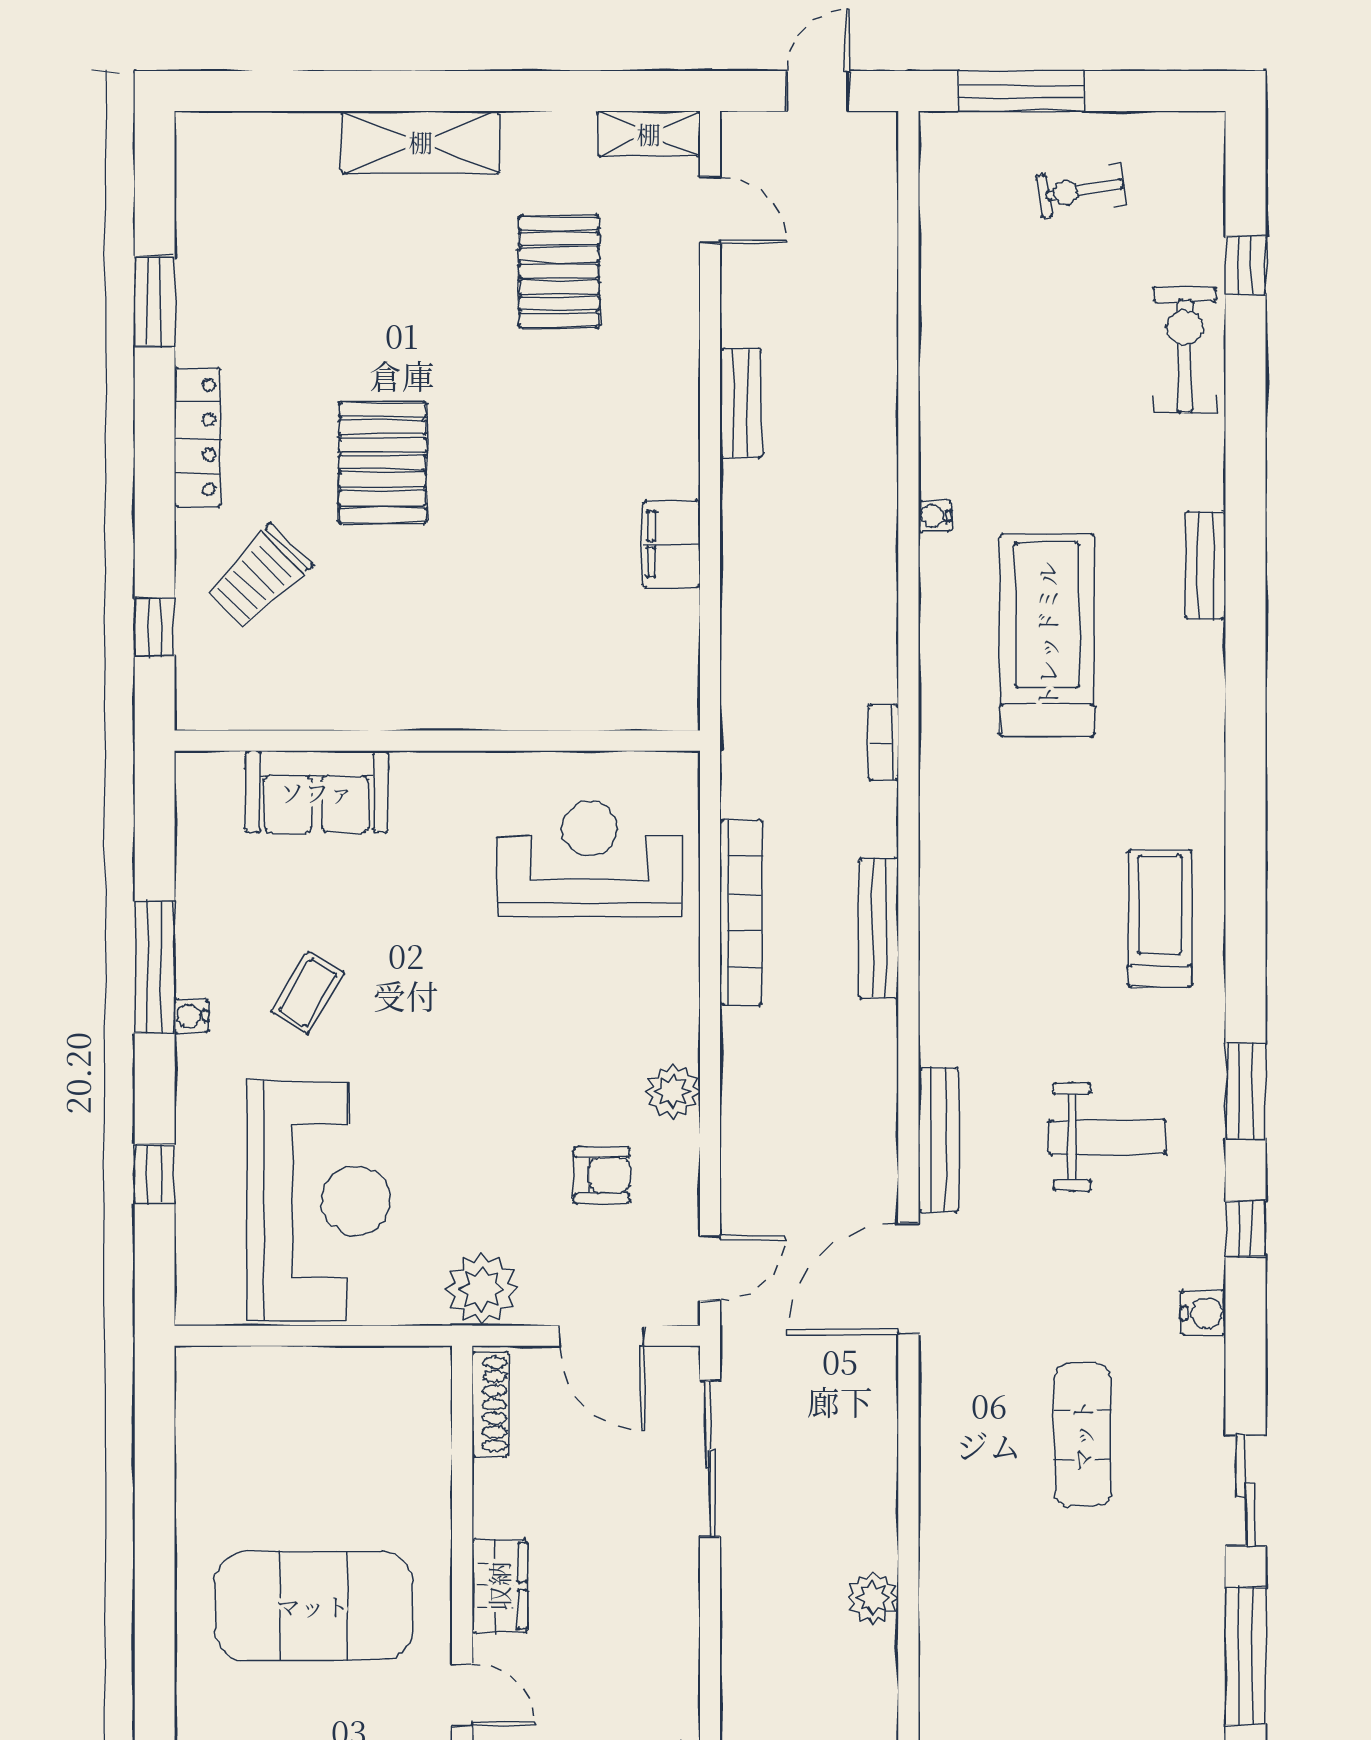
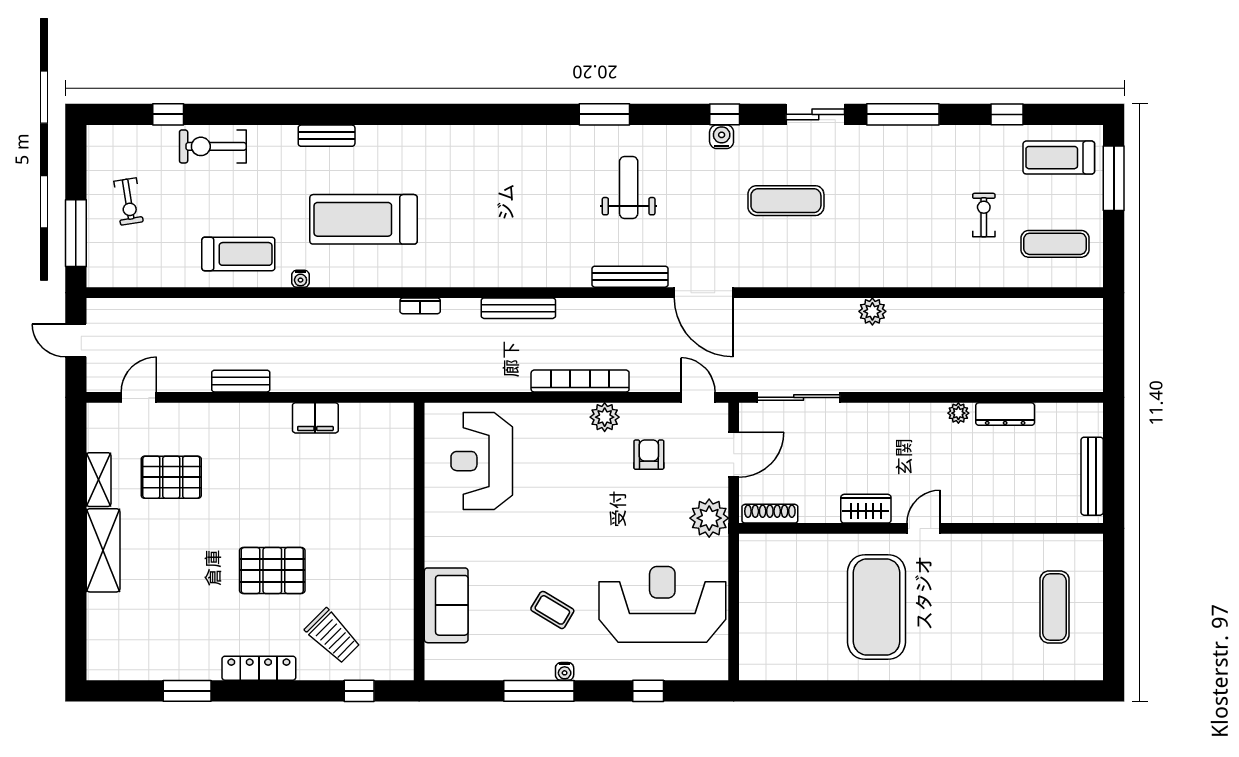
shelving: (649, 134) -> (99, 480), moved
bookcase: (741, 913) -> (580, 381), moved
treadmill: (1160, 918) -> (238, 254), moved, turned 180
window: (1246, 1229) -> (725, 114), moved

